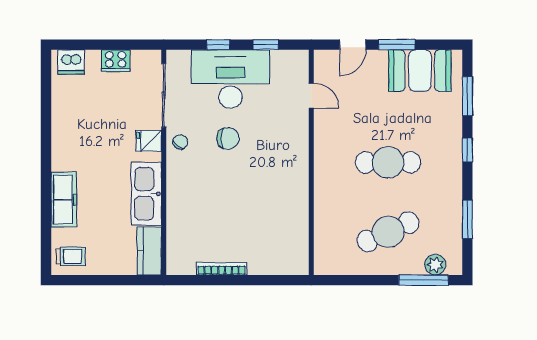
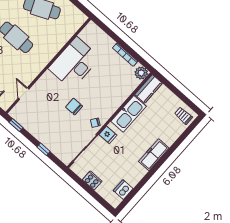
window: (266, 45) -> (16, 125), moved
dishwasher: (71, 62) -> (123, 190), moved, turned -90
desk: (230, 79) -> (74, 63), moved, turned 90
freezer: (64, 200) -> (154, 155), moved
plant: (178, 263) -> (141, 73), added

